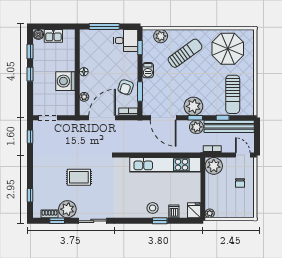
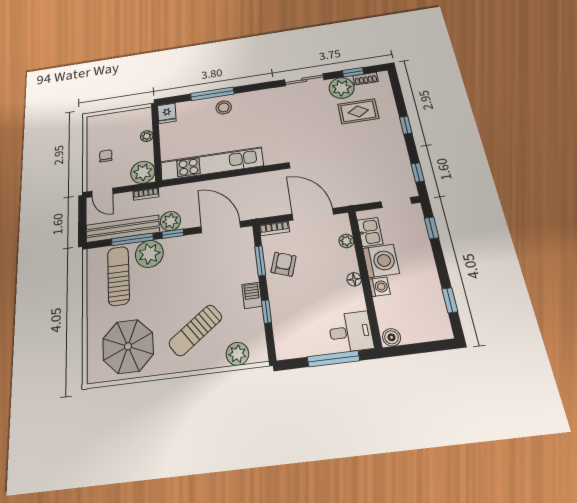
boiler: (38, 34) -> (392, 337), moved
kitchen sink: (53, 36) -> (370, 232), moved, turned 90
desk: (126, 41) -> (351, 332), moved, turned 180
window: (140, 48) -> (267, 312), moved
washing machine: (69, 65) -> (379, 287), added
window: (30, 74) -> (432, 228), moved
plant: (193, 106) -> (149, 254), moved
door: (102, 118) -> (313, 214), swing flipped
window: (223, 118) -> (132, 239), width x2.17
rug: (79, 177) -> (358, 111), moved
window: (30, 195) -> (406, 125), moved
dishwasher: (174, 211) -> (194, 108), removed
plant: (210, 213) -> (147, 136), moved
window: (160, 221) -> (212, 94), width x2.17

